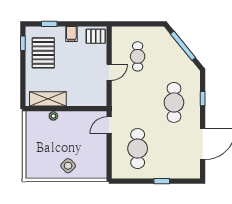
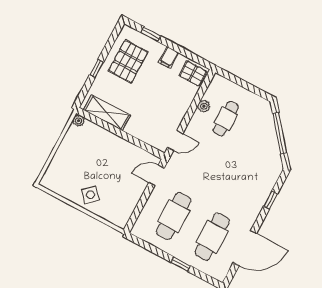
window: (23, 43) -> (97, 69), moved
plant: (117, 56) -> (204, 106), added
door: (109, 72) -> (175, 141), moved
cafe table: (174, 102) -> (212, 237), moved
plant: (53, 116) -> (79, 121), moved

